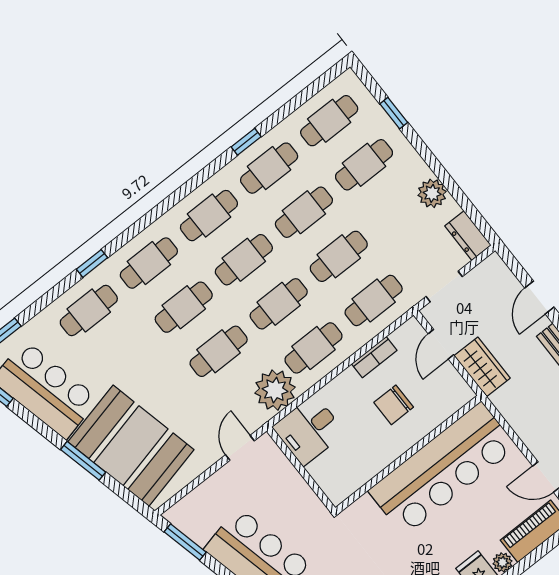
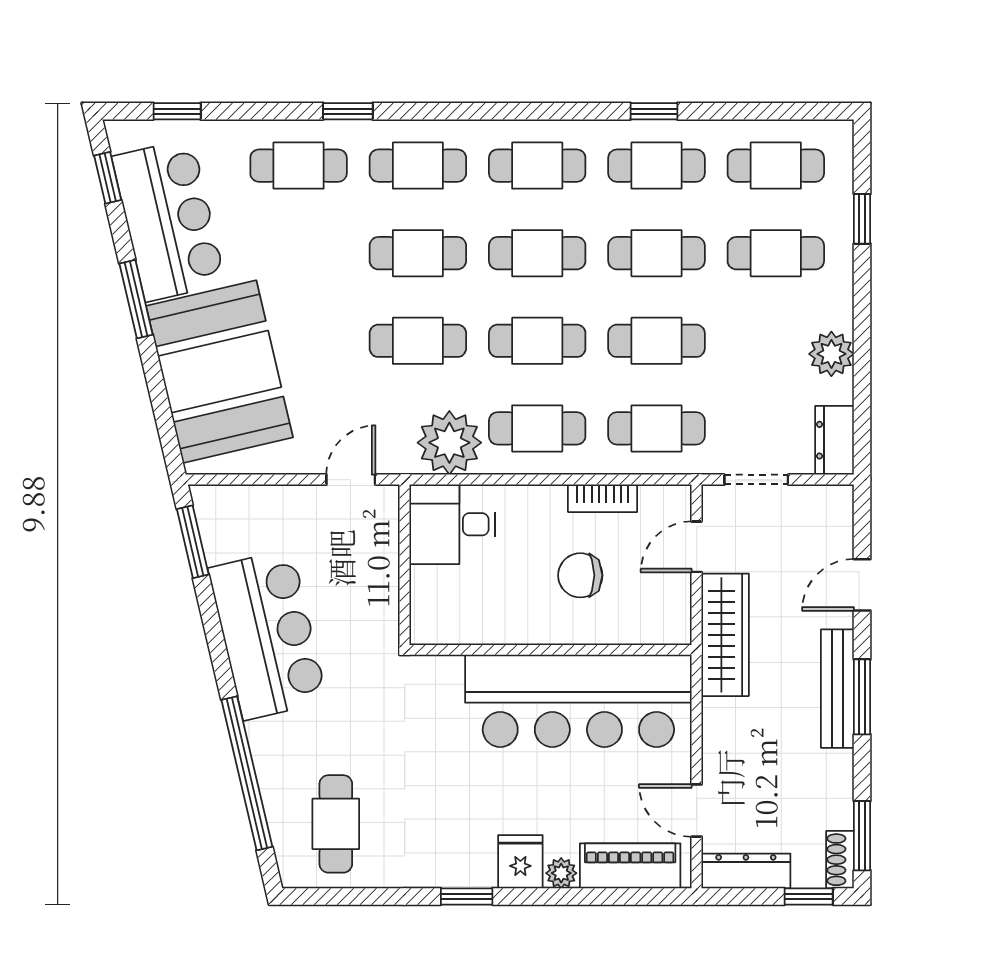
wardrobe: (482, 367) -> (725, 635), width x1.50
window: (83, 461) -> (136, 299), moved

